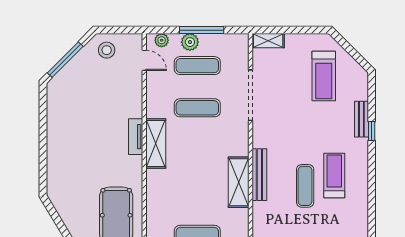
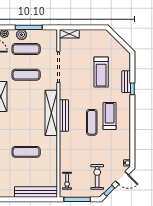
treadmill: (324, 76) -> (101, 72), moved
shelving: (239, 182) -> (51, 113), width x1.47

